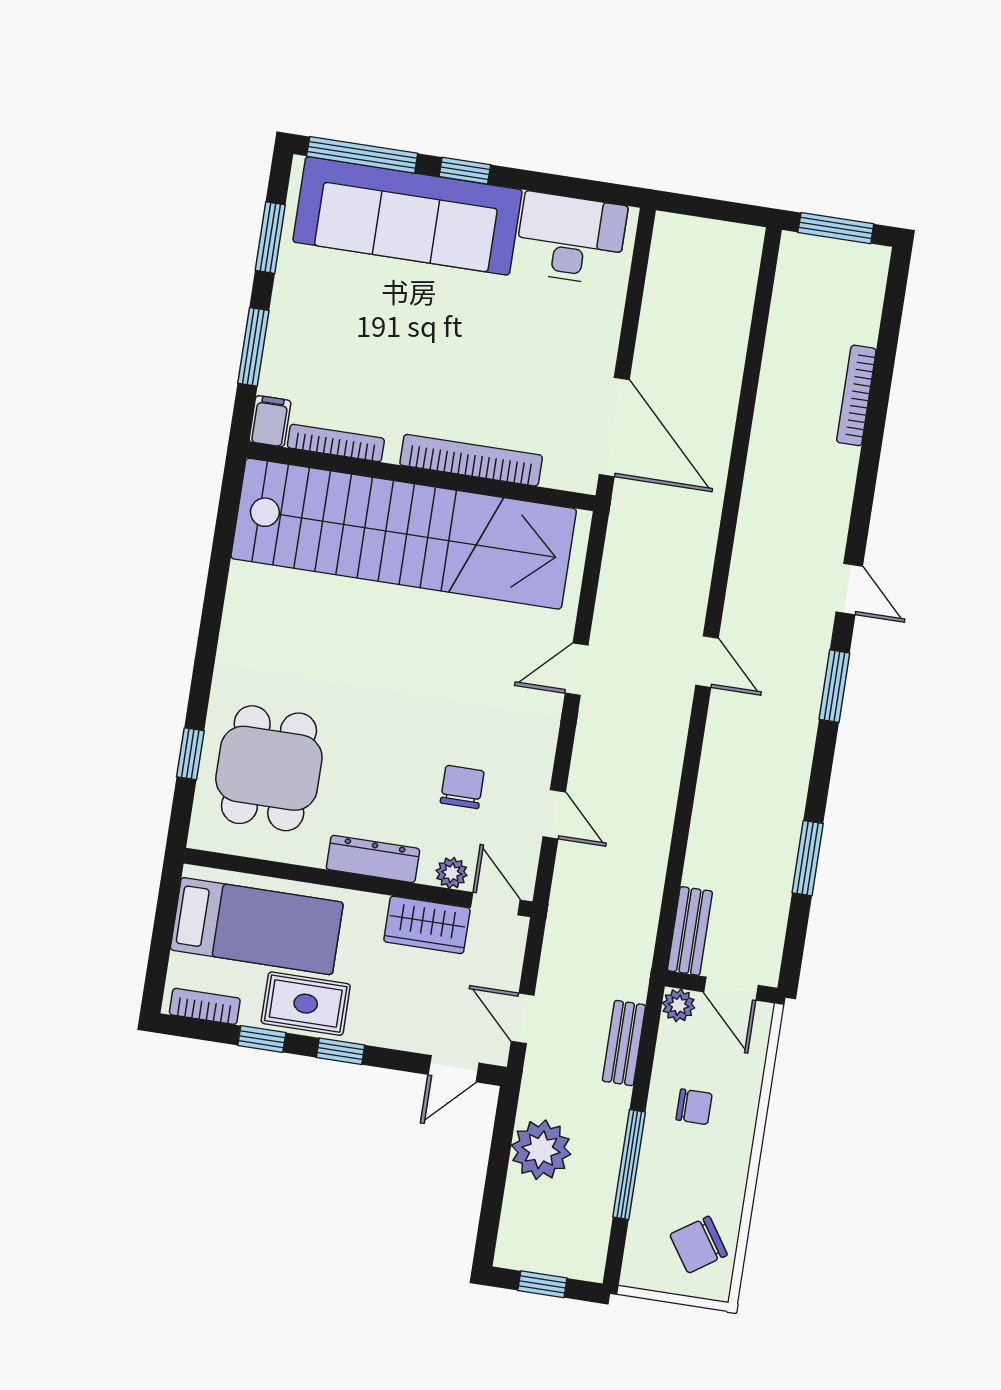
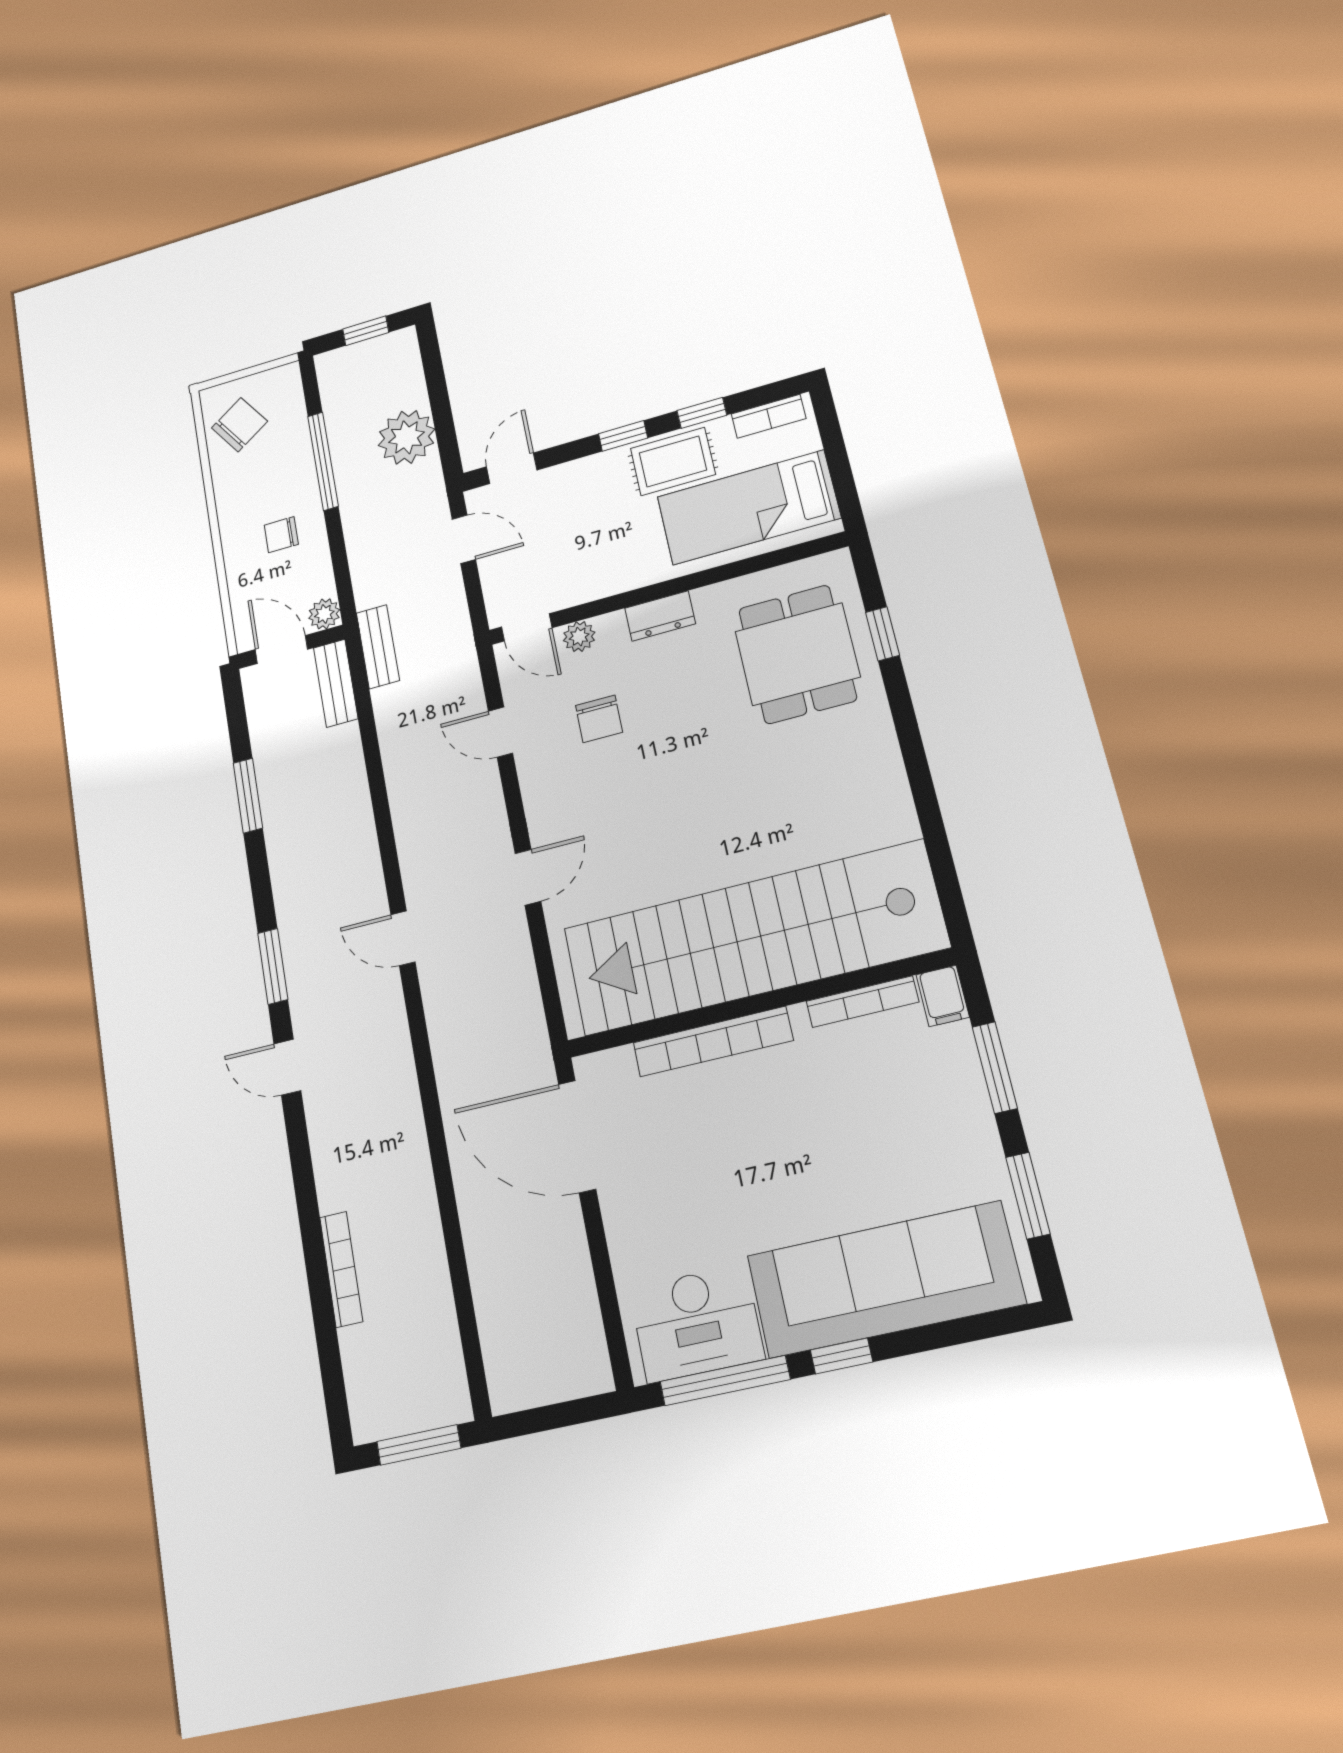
window: (362, 155) -> (725, 1381), moved
dresser: (373, 859) -> (660, 616), width x0.70
wardrobe: (427, 925) -> (585, 580), removed
bench: (624, 1043) -> (378, 647), moved

